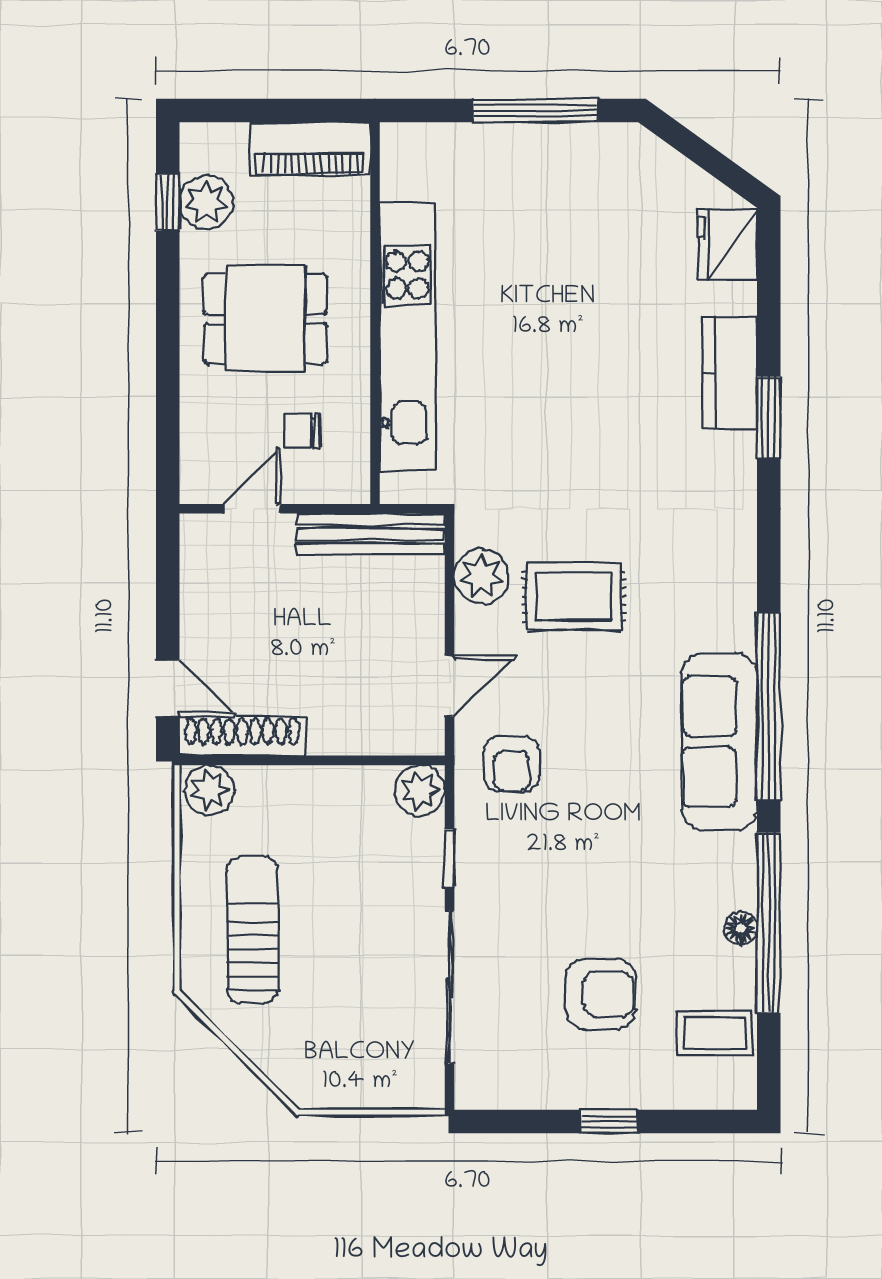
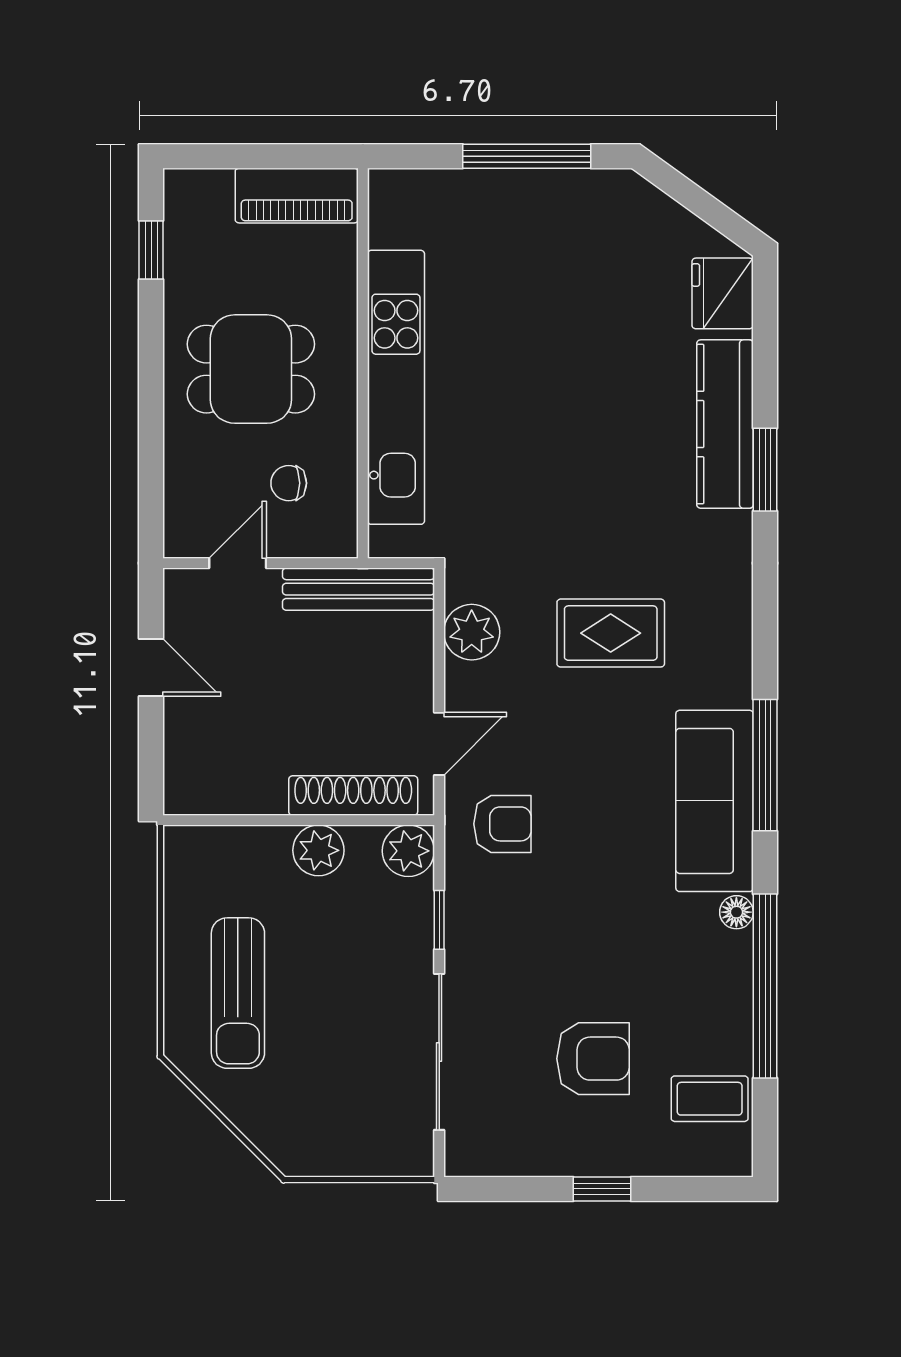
plant: (206, 202) -> (190, 250), removed
kitchen counter: (730, 373) -> (725, 424), width x1.50
rug: (574, 596) -> (611, 633), moved
door: (168, 689) -> (151, 667), moved
window: (769, 707) -> (765, 765), width x0.68
shoe rack: (242, 736) -> (353, 796), moved
armchair: (512, 764) -> (502, 824), turned -90
plant: (209, 790) -> (318, 850), moved
floor lamp: (741, 928) -> (736, 912), moved
sun lounger: (253, 930) -> (238, 993), turned 180

